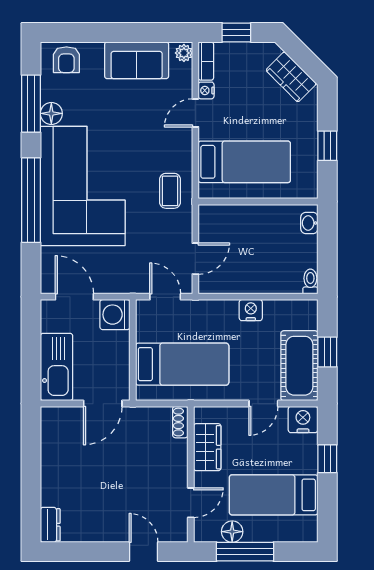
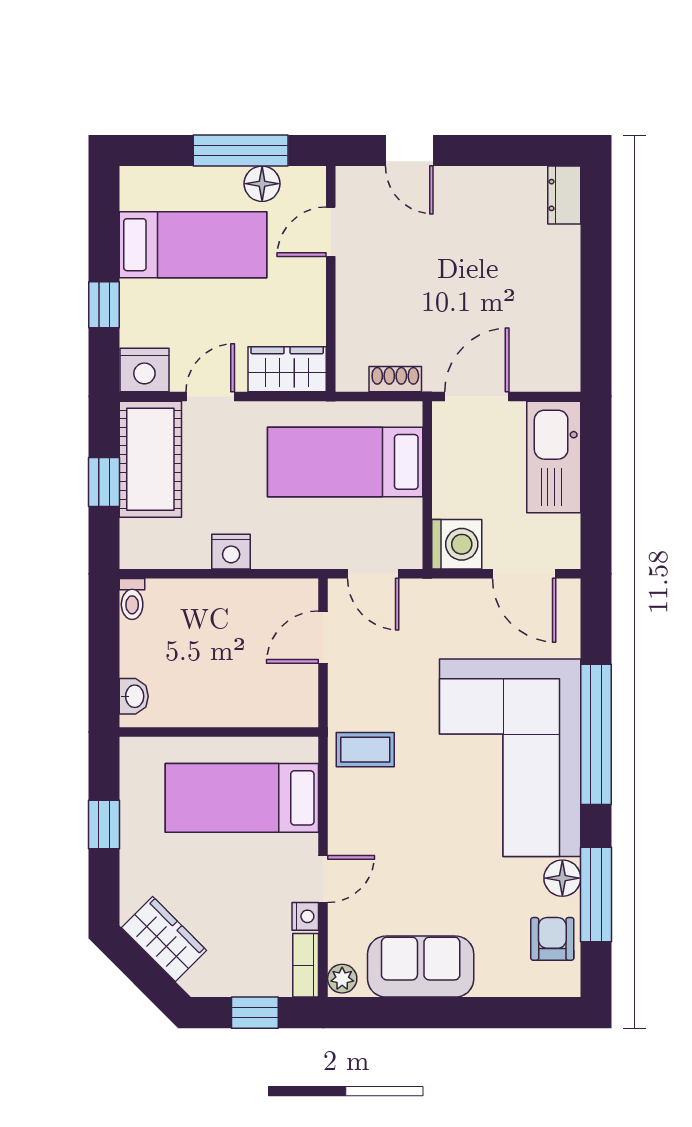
armchair: (66, 60) -> (552, 939), moved
coffee table: (170, 191) -> (365, 750), turned 90
shoe rack: (180, 422) -> (395, 379), moved, turned -90
wardrobe: (207, 447) -> (287, 369), moved, turned 90

